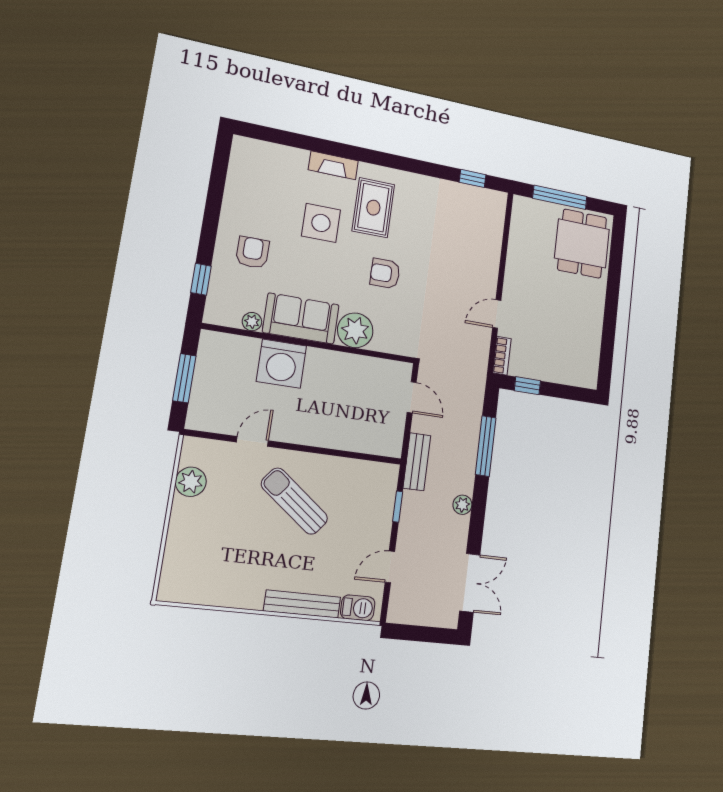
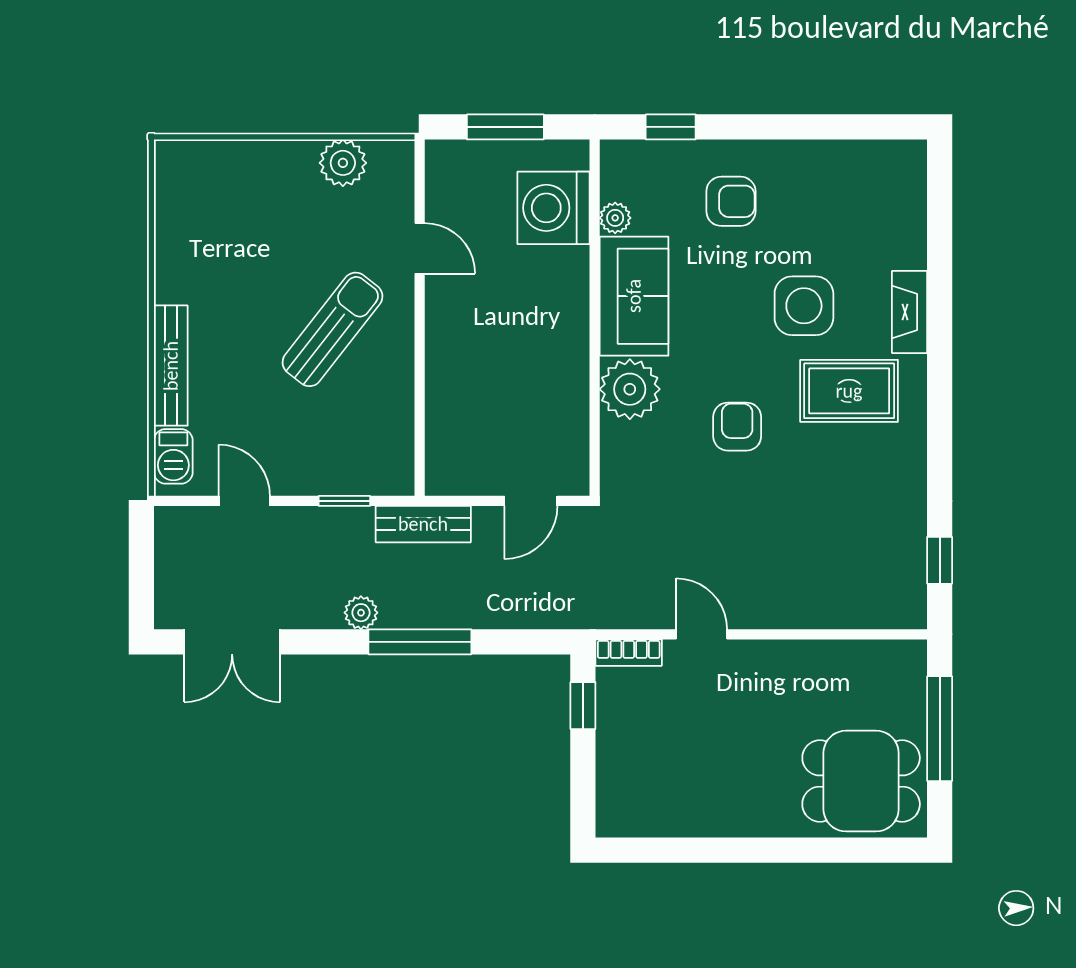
washing machine: (281, 364) -> (553, 208), moved
window: (486, 446) -> (420, 642), moved

